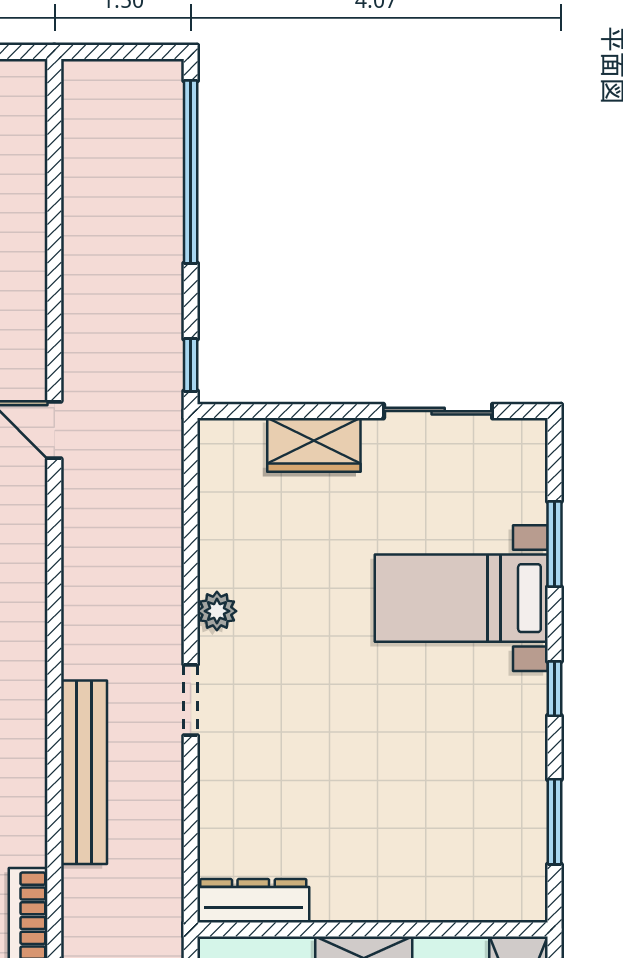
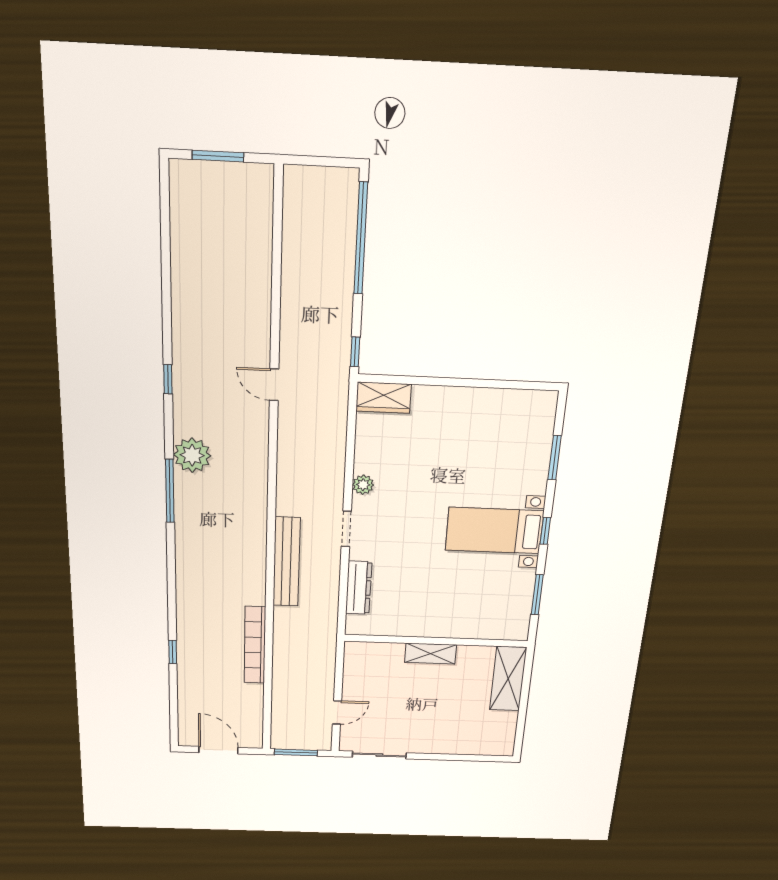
sliding door: (438, 411) -> (497, 384), removed
wardrobe: (314, 445) -> (384, 398), moved
bed with nightstands: (461, 598) -> (494, 531), moved
dresser: (253, 901) -> (359, 588), moved, turned 90

